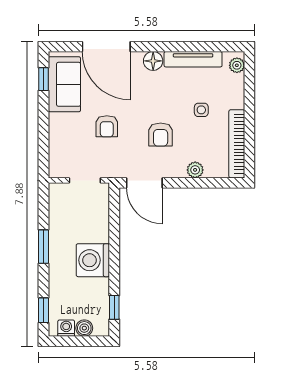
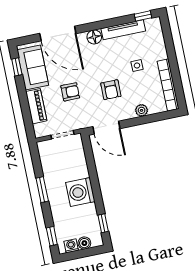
window: (223, 47) -> (143, 16), added
plant: (237, 65) -> (156, 27), removed
armchair: (107, 126) -> (70, 92), turned -90
piano: (58, 136) -> (36, 106), added

